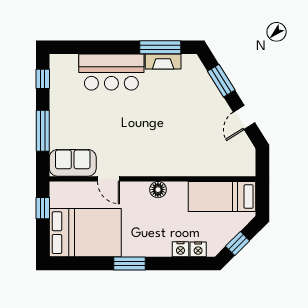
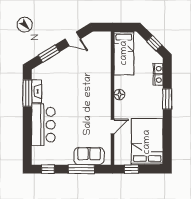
sofa: (73, 163) -> (89, 156), moved, turned 90
window: (130, 264) -> (167, 99), moved

